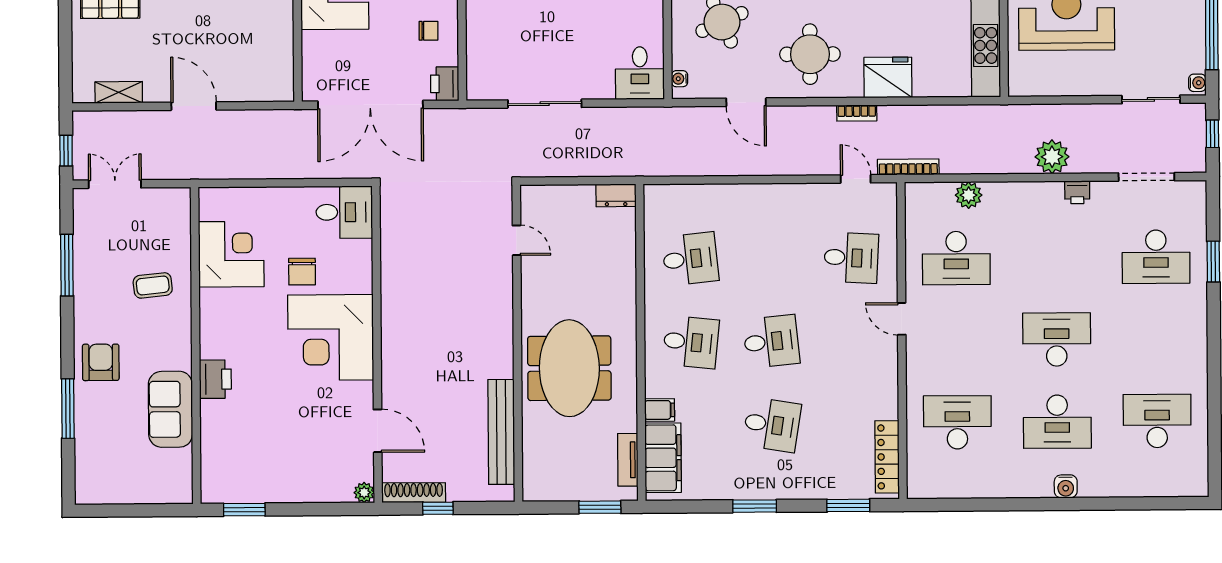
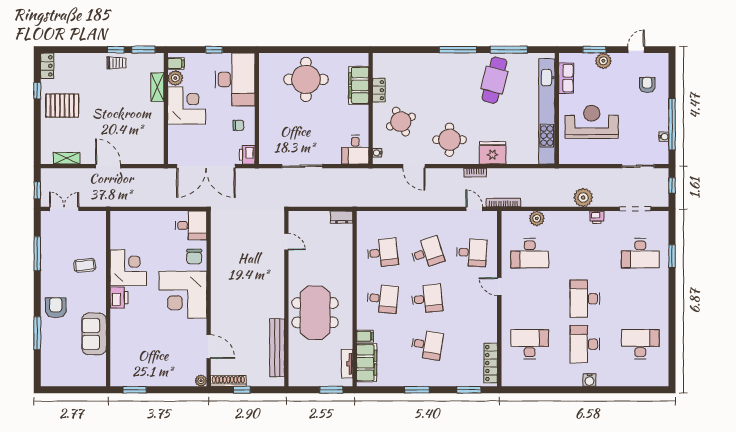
water cooler: (1197, 83) -> (664, 137), moved
corner desk: (231, 254) -> (128, 268), moved
desk: (771, 258) -> (427, 253), added
chair: (302, 272) -> (194, 257), moved
desk: (1057, 340) -> (585, 299), turned -90
printer: (215, 379) -> (119, 298), moved
desk: (1057, 422) -> (585, 344), turned 90

